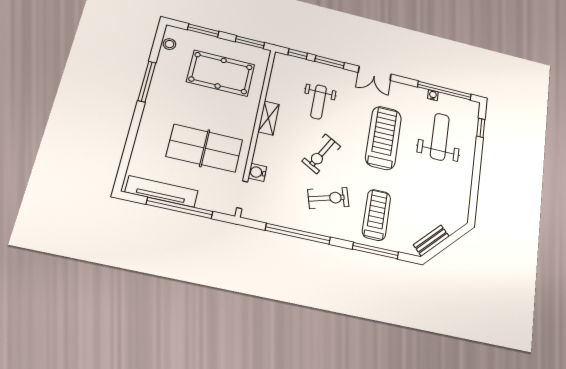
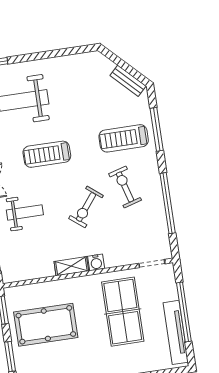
pool table: (221, 73) -> (46, 325), turned 90
weight bench: (319, 102) -> (25, 212), moved
treadmill: (383, 138) -> (47, 154), width x0.73, depth x0.73
exercise bike: (321, 154) -> (86, 207), turned 99
water cooler: (257, 172) -> (96, 262), moved

